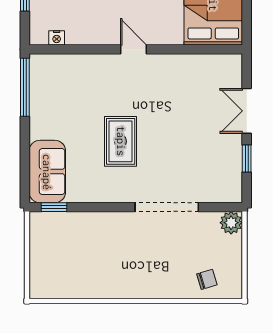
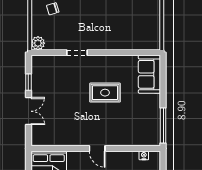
rug: (121, 141) -> (105, 93), turned 90
window: (54, 207) -> (145, 53), removed
doorway: (167, 207) -> (77, 53), width x0.53

